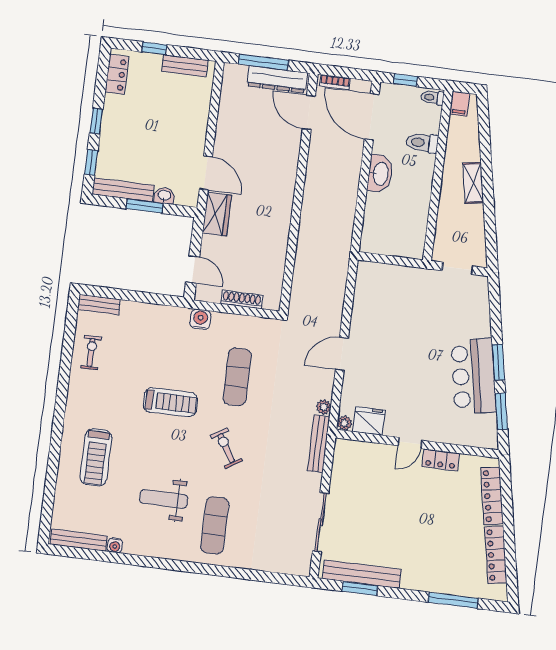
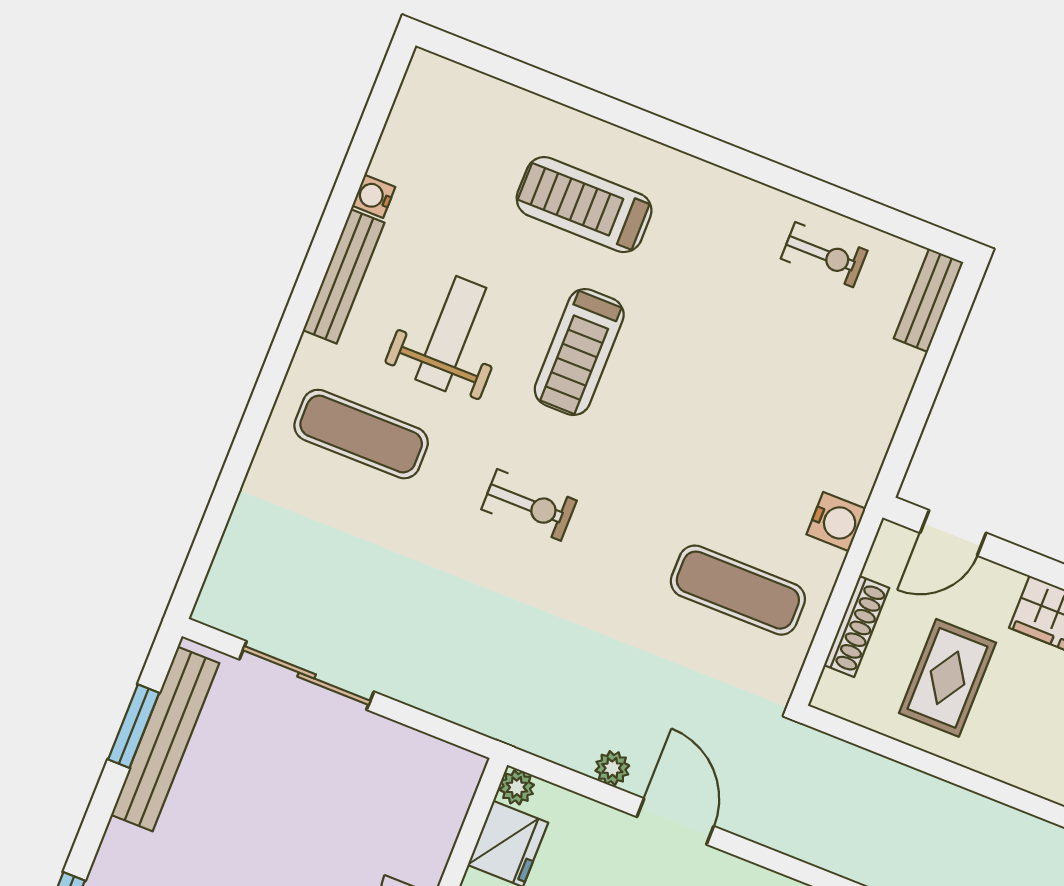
rug: (253, 256) -> (947, 678), added
exercise mat: (237, 377) -> (738, 590), moved
treadmill: (170, 402) -> (579, 352), moved
plant: (324, 407) -> (612, 768), moved
bench: (319, 444) -> (485, 717), removed
exercise bike: (226, 448) -> (529, 505), turned 32
bench: (79, 540) -> (344, 276), moved

